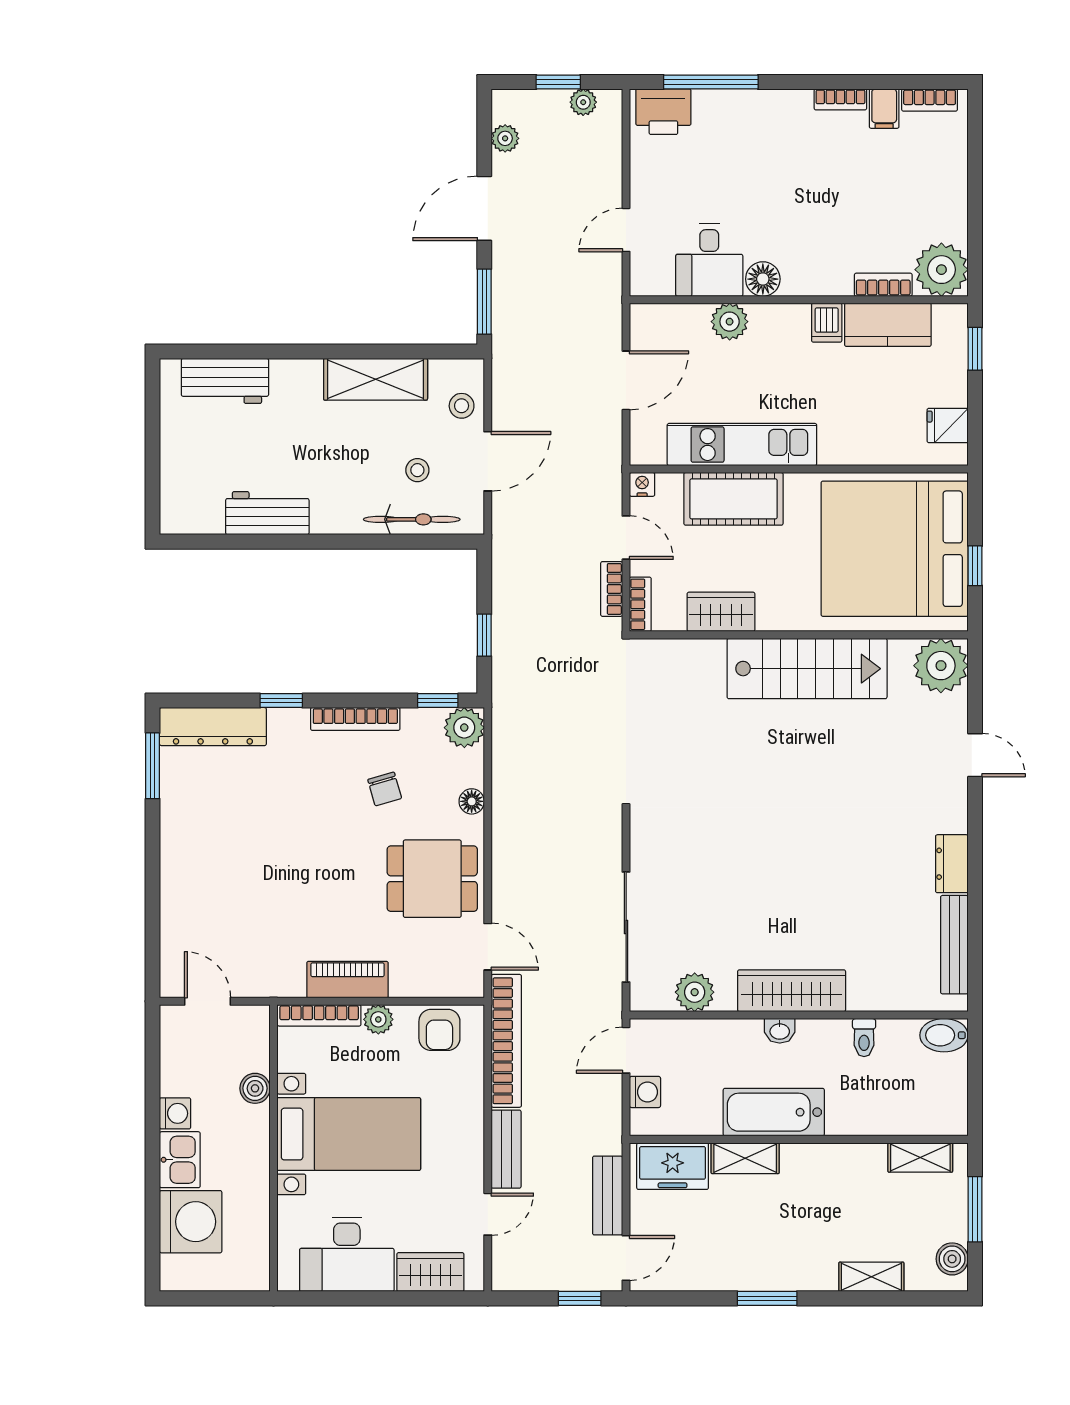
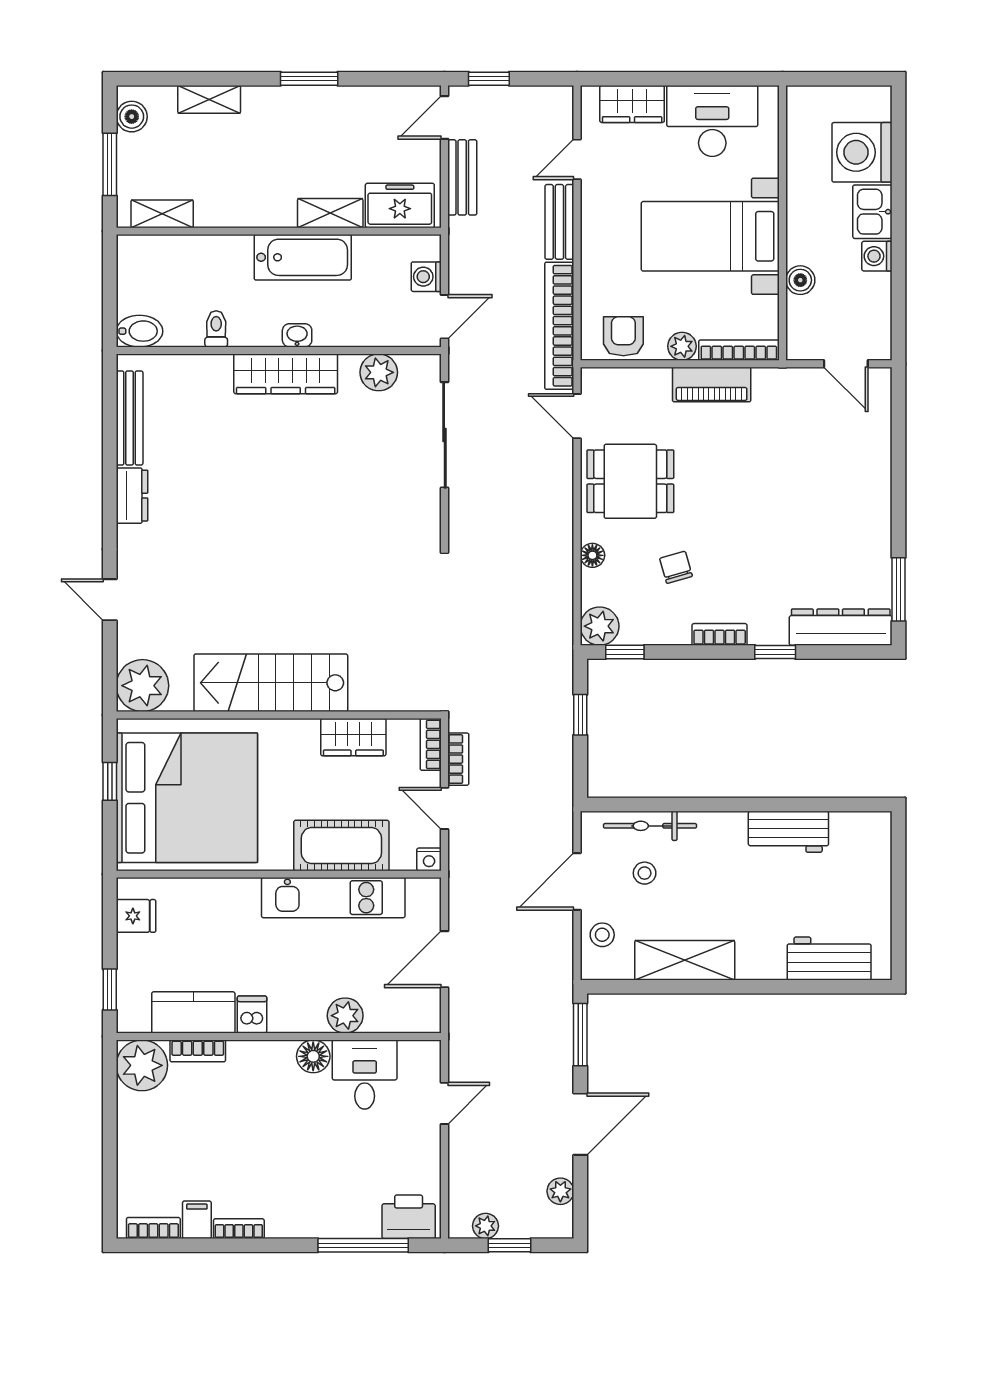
bookcase: (355, 719) -> (720, 634), width x0.64

